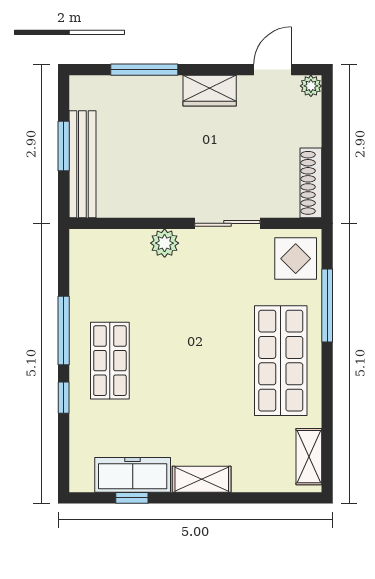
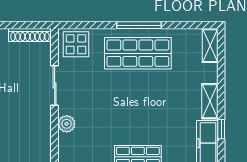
window: (327, 305) -> (139, 25), moved
shelving: (309, 457) -> (210, 46), moved, turned 90
window: (132, 498) -> (221, 129), moved

